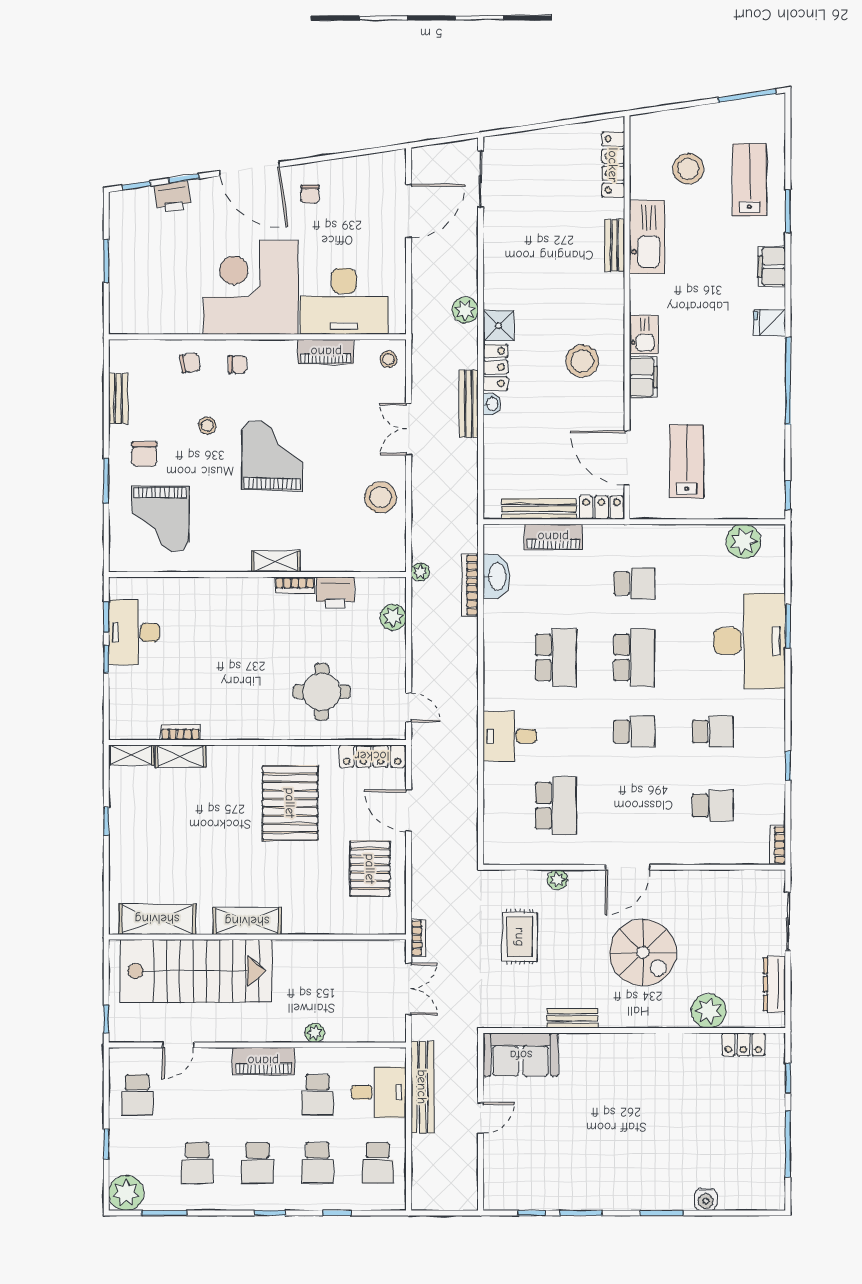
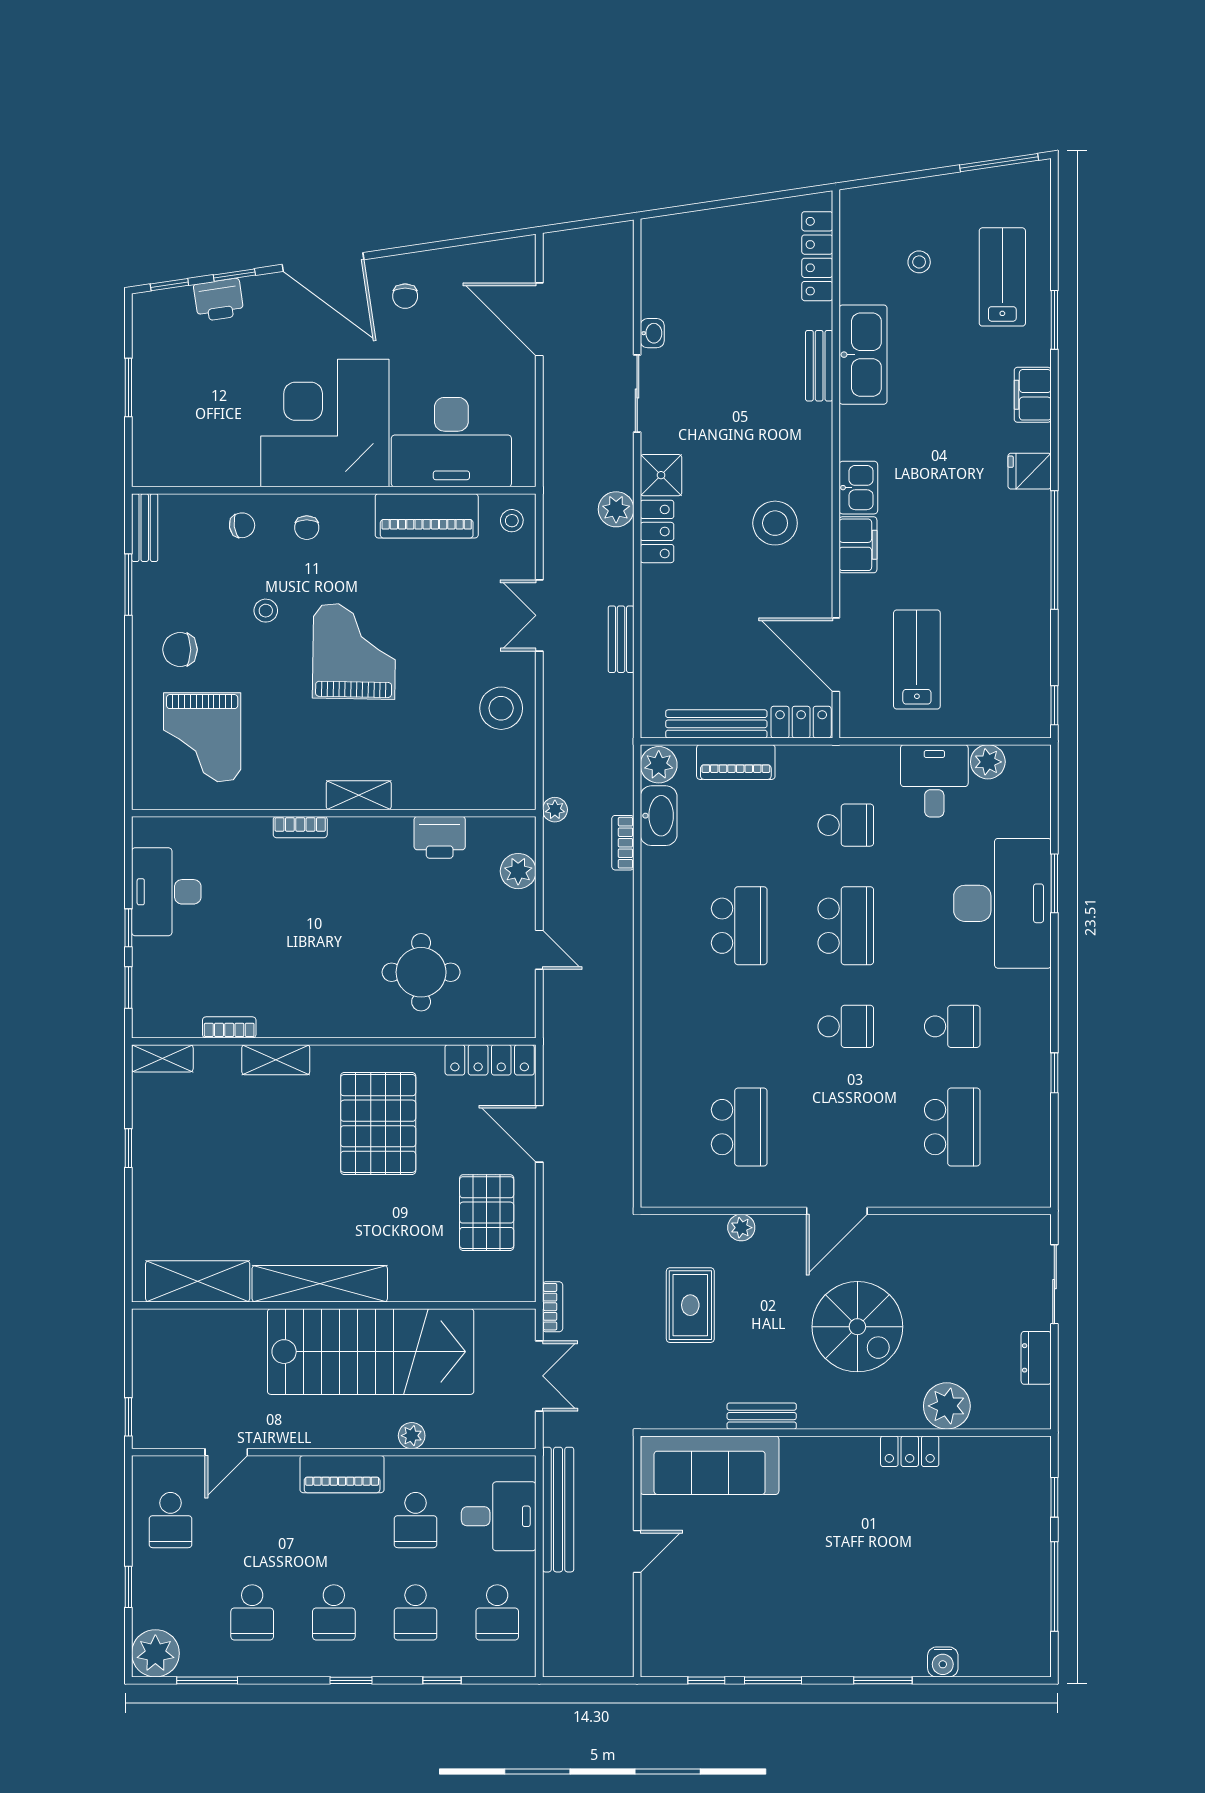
stool: (688, 169) -> (919, 262), width x0.53, depth x0.53
sliding door: (481, 179) -> (637, 394), moved
door: (409, 211) -> (539, 319), swing flipped
plant: (465, 310) -> (616, 509), moved
piano: (326, 352) -> (427, 516), width x1.37, depth x1.33
chair: (237, 364) -> (307, 528), turned 90
bench: (118, 398) -> (145, 528), moved
bench: (469, 404) -> (621, 639), moved, width x0.73
washbasin: (492, 404) -> (652, 333), moved
chair: (144, 454) -> (180, 650), turned 90
window: (106, 481) -> (128, 585), moved
plant: (497, 539) -> (659, 765), added
plant: (743, 541) -> (988, 762), width x0.73, depth x0.73
bookcase: (295, 585) -> (300, 827), moved
bookcase: (470, 585) -> (623, 843), width x0.64
window: (106, 617) -> (128, 988), moved
door: (409, 707) -> (539, 950), moved
desk: (510, 736) -> (934, 781), moved, turned 90
shelving: (181, 756) -> (276, 1060), moved
school desk: (713, 806) -> (952, 1127), width x1.85
bookcase: (778, 845) -> (1041, 1180), removed
shelving: (247, 921) -> (320, 1284), width x1.47
stairs: (196, 971) -> (371, 1352), moved
dresser: (774, 984) -> (1036, 1358), width x0.70
locker: (743, 1044) -> (910, 1451), moved
sofa: (521, 1055) -> (710, 1465), width x1.36

